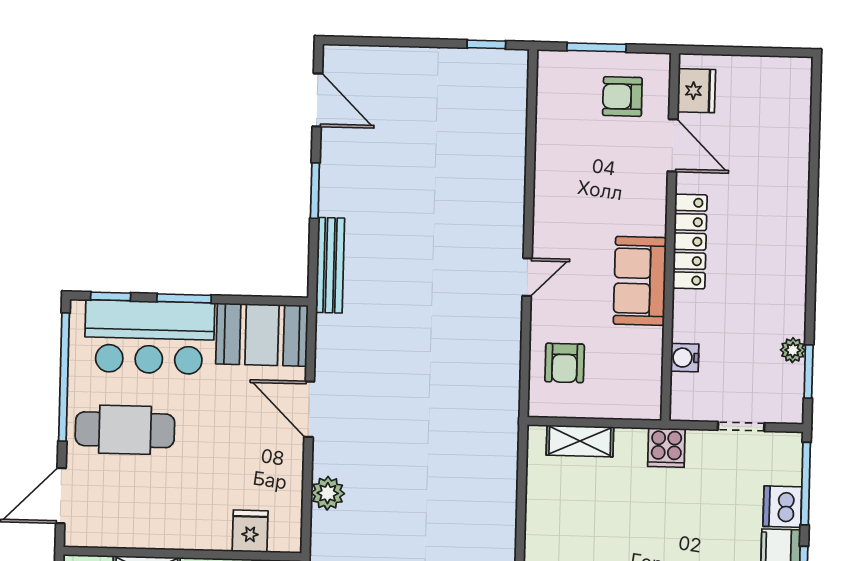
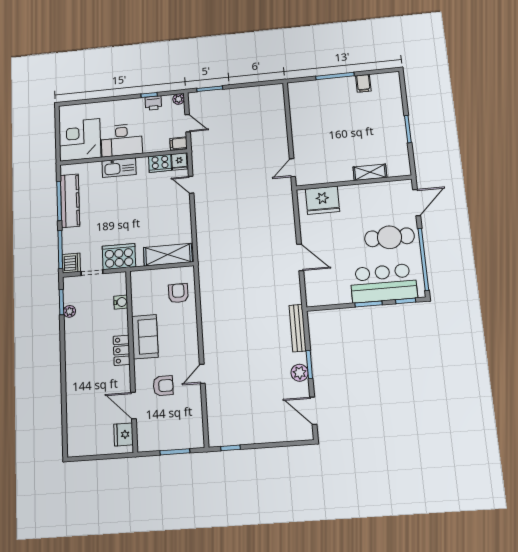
armchair: (622, 97) -> (163, 386), moved
locker: (690, 242) -> (122, 350), width x0.66
door: (527, 277) -> (202, 374), moved
booth: (262, 335) -> (328, 290), removed
shelving: (580, 441) -> (168, 255), width x1.50, depth x1.33
cooker: (666, 448) -> (119, 257), width x1.87, depth x1.31
plant: (328, 493) -> (300, 373), moved
dishwasher: (782, 507) -> (71, 263), moved
fridge: (250, 531) -> (322, 200), width x1.88, depth x1.34

